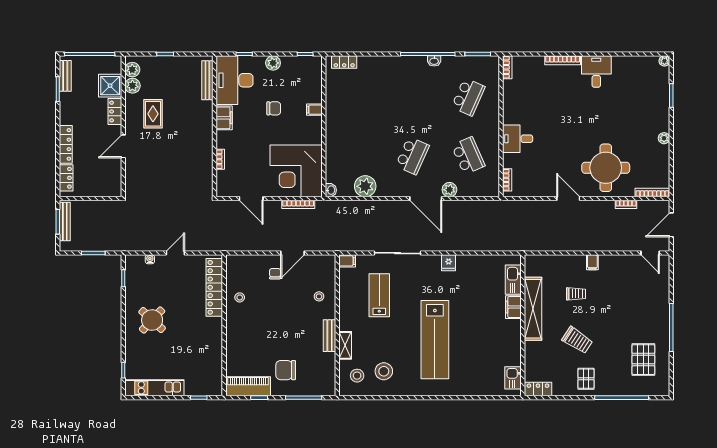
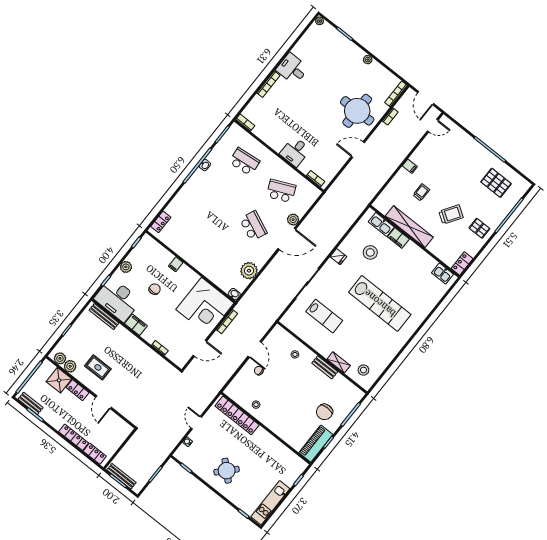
school desk: (468, 97) -> (244, 162), turned -30
filing cabinet: (347, 261) -> (287, 319), removed
lab bench: (379, 295) -> (324, 316), turned 180
stool: (384, 371) -> (370, 252), moved

